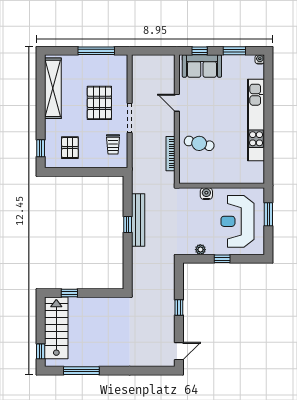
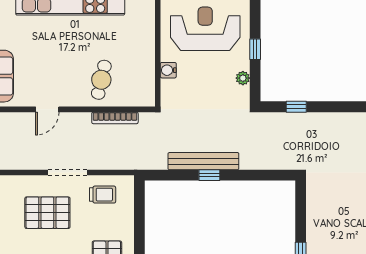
reception desk: (237, 221) -> (205, 29), turned 180
window: (179, 307) -> (296, 107), moved

